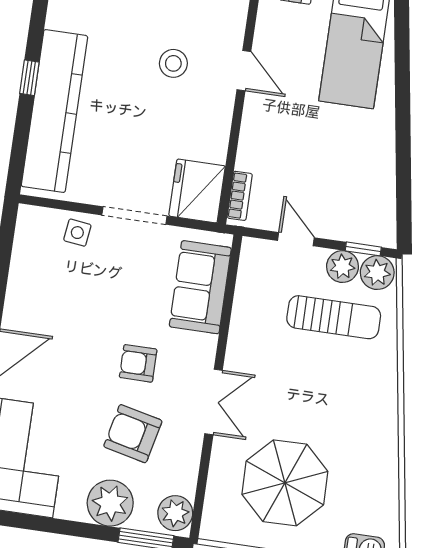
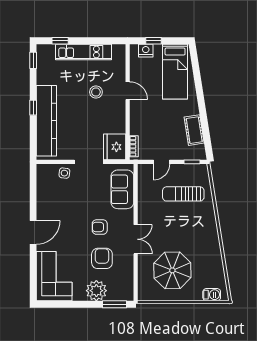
cot: (378, 179) -> (194, 130), added
door: (296, 239) -> (162, 162), swing flipped
plant: (342, 267) -> (184, 171), removed
plant: (377, 273) -> (200, 171), removed
sun lounger: (334, 317) -> (183, 194), turned 180
armchair: (133, 434) -> (102, 258), turned 77
plant: (175, 513) -> (126, 291), removed

